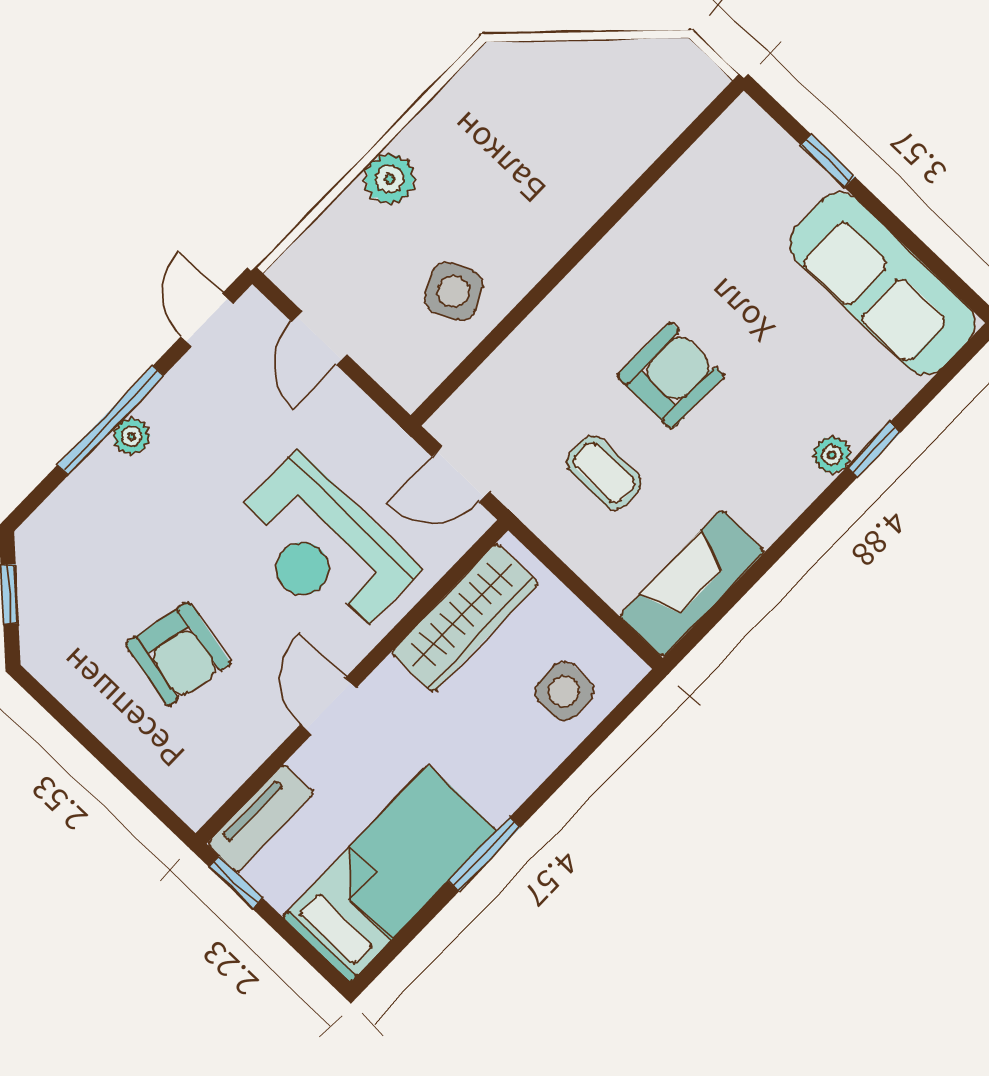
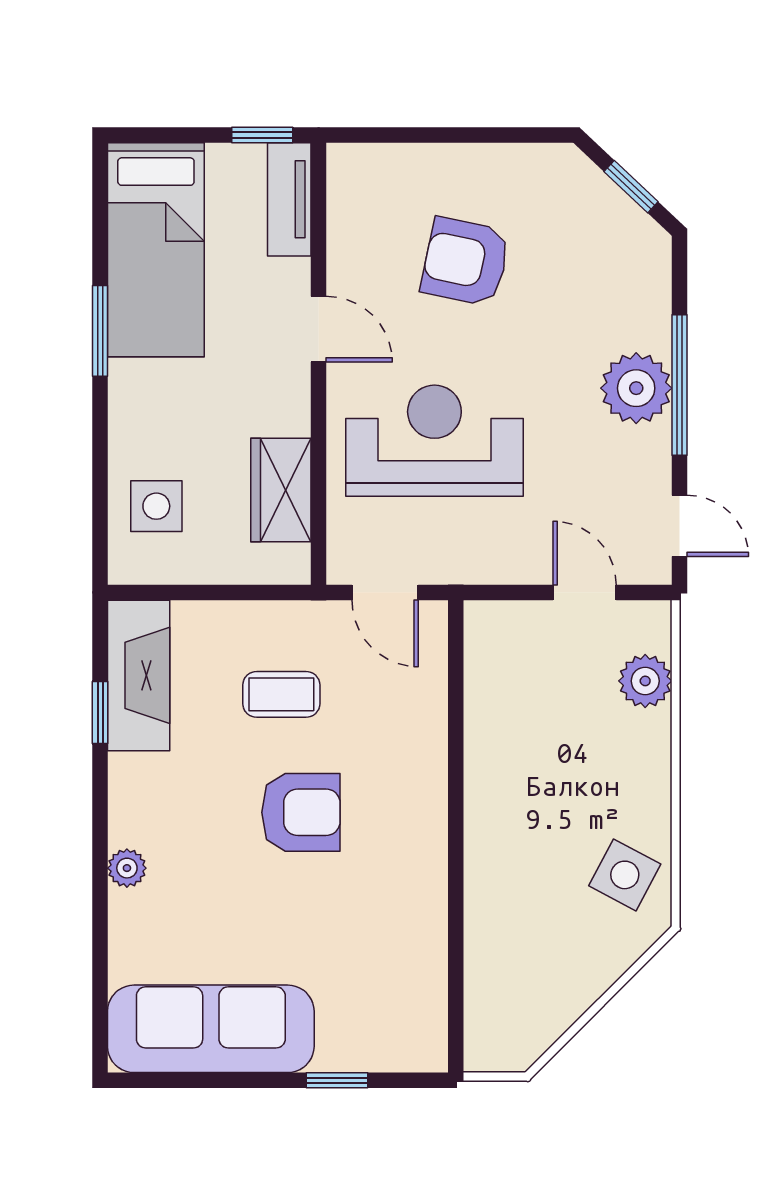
plant: (390, 179) -> (645, 681), moved
side table: (454, 291) -> (625, 875), moved, turned -36
armchair: (671, 376) -> (301, 812), turned -91
plant: (132, 436) -> (636, 388), width x1.88, depth x1.88
window: (874, 450) -> (100, 712), moved
door: (461, 474) -> (385, 592), swing flipped
wardrobe: (465, 618) -> (281, 490), width x0.67

